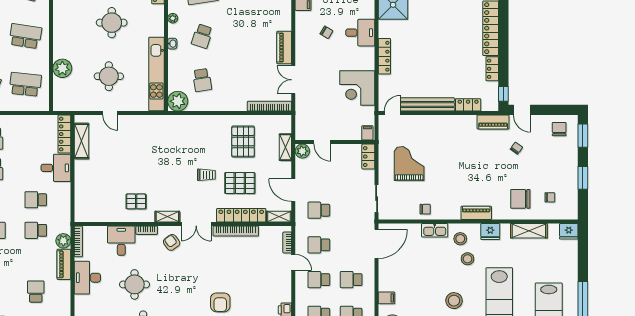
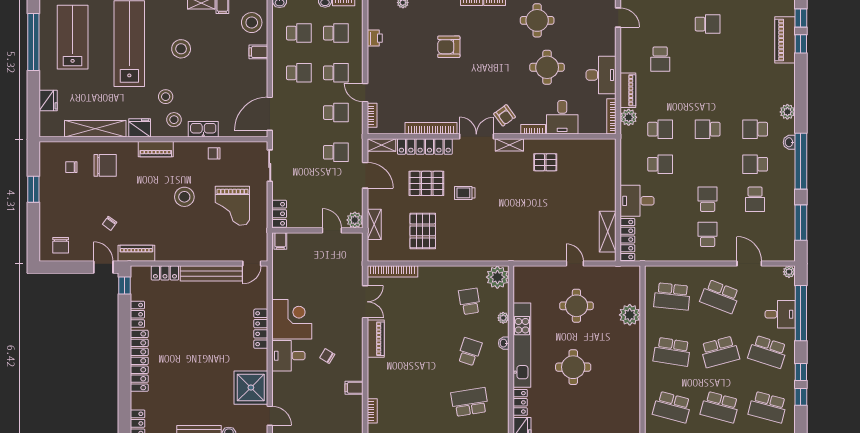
plant: (173, 18) -> (503, 318), moved
kitchen unit: (156, 74) -> (522, 345), moved
corner desk: (357, 88) -> (292, 319), moved
window: (583, 136) -> (33, 238), removed
stool: (451, 171) -> (184, 197), added
shelving: (529, 231) -> (95, 129), width x1.47
fridge: (569, 231) -> (48, 100), moved, turned 90
armchair: (220, 302) -> (449, 47), turned -90

